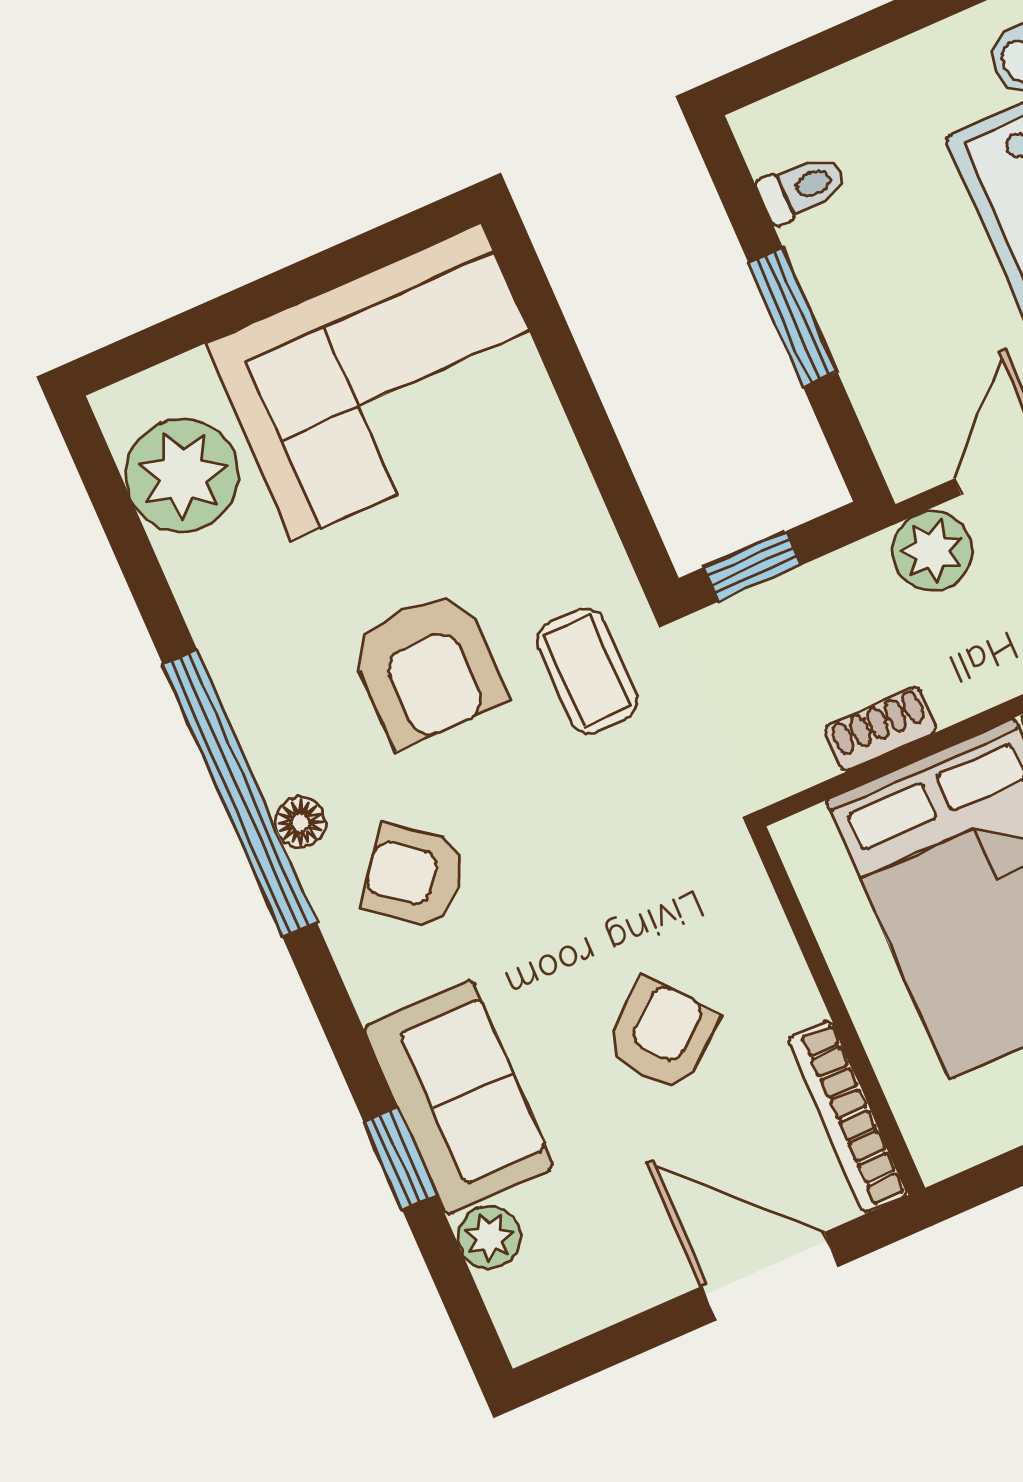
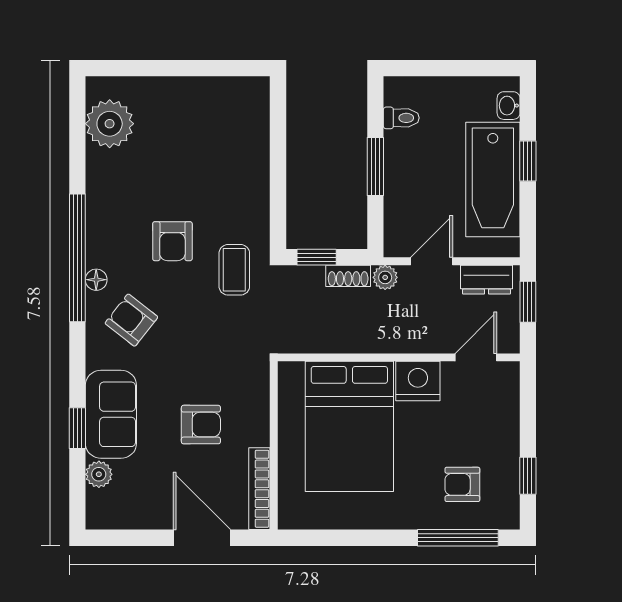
corner sofa: (387, 381) -> (206, 122), removed
plant: (932, 551) -> (385, 277), width x0.73, depth x0.73
armchair: (428, 668) -> (172, 241), width x0.72, depth x0.72
shoe rack: (881, 729) -> (348, 276), moved, turned 180
armchair: (661, 1035) -> (201, 425), turned 39

